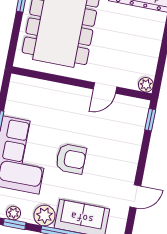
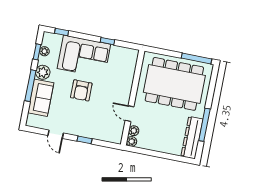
plant: (130, 82) -> (134, 131), added
window: (150, 120) -> (85, 140), moved

